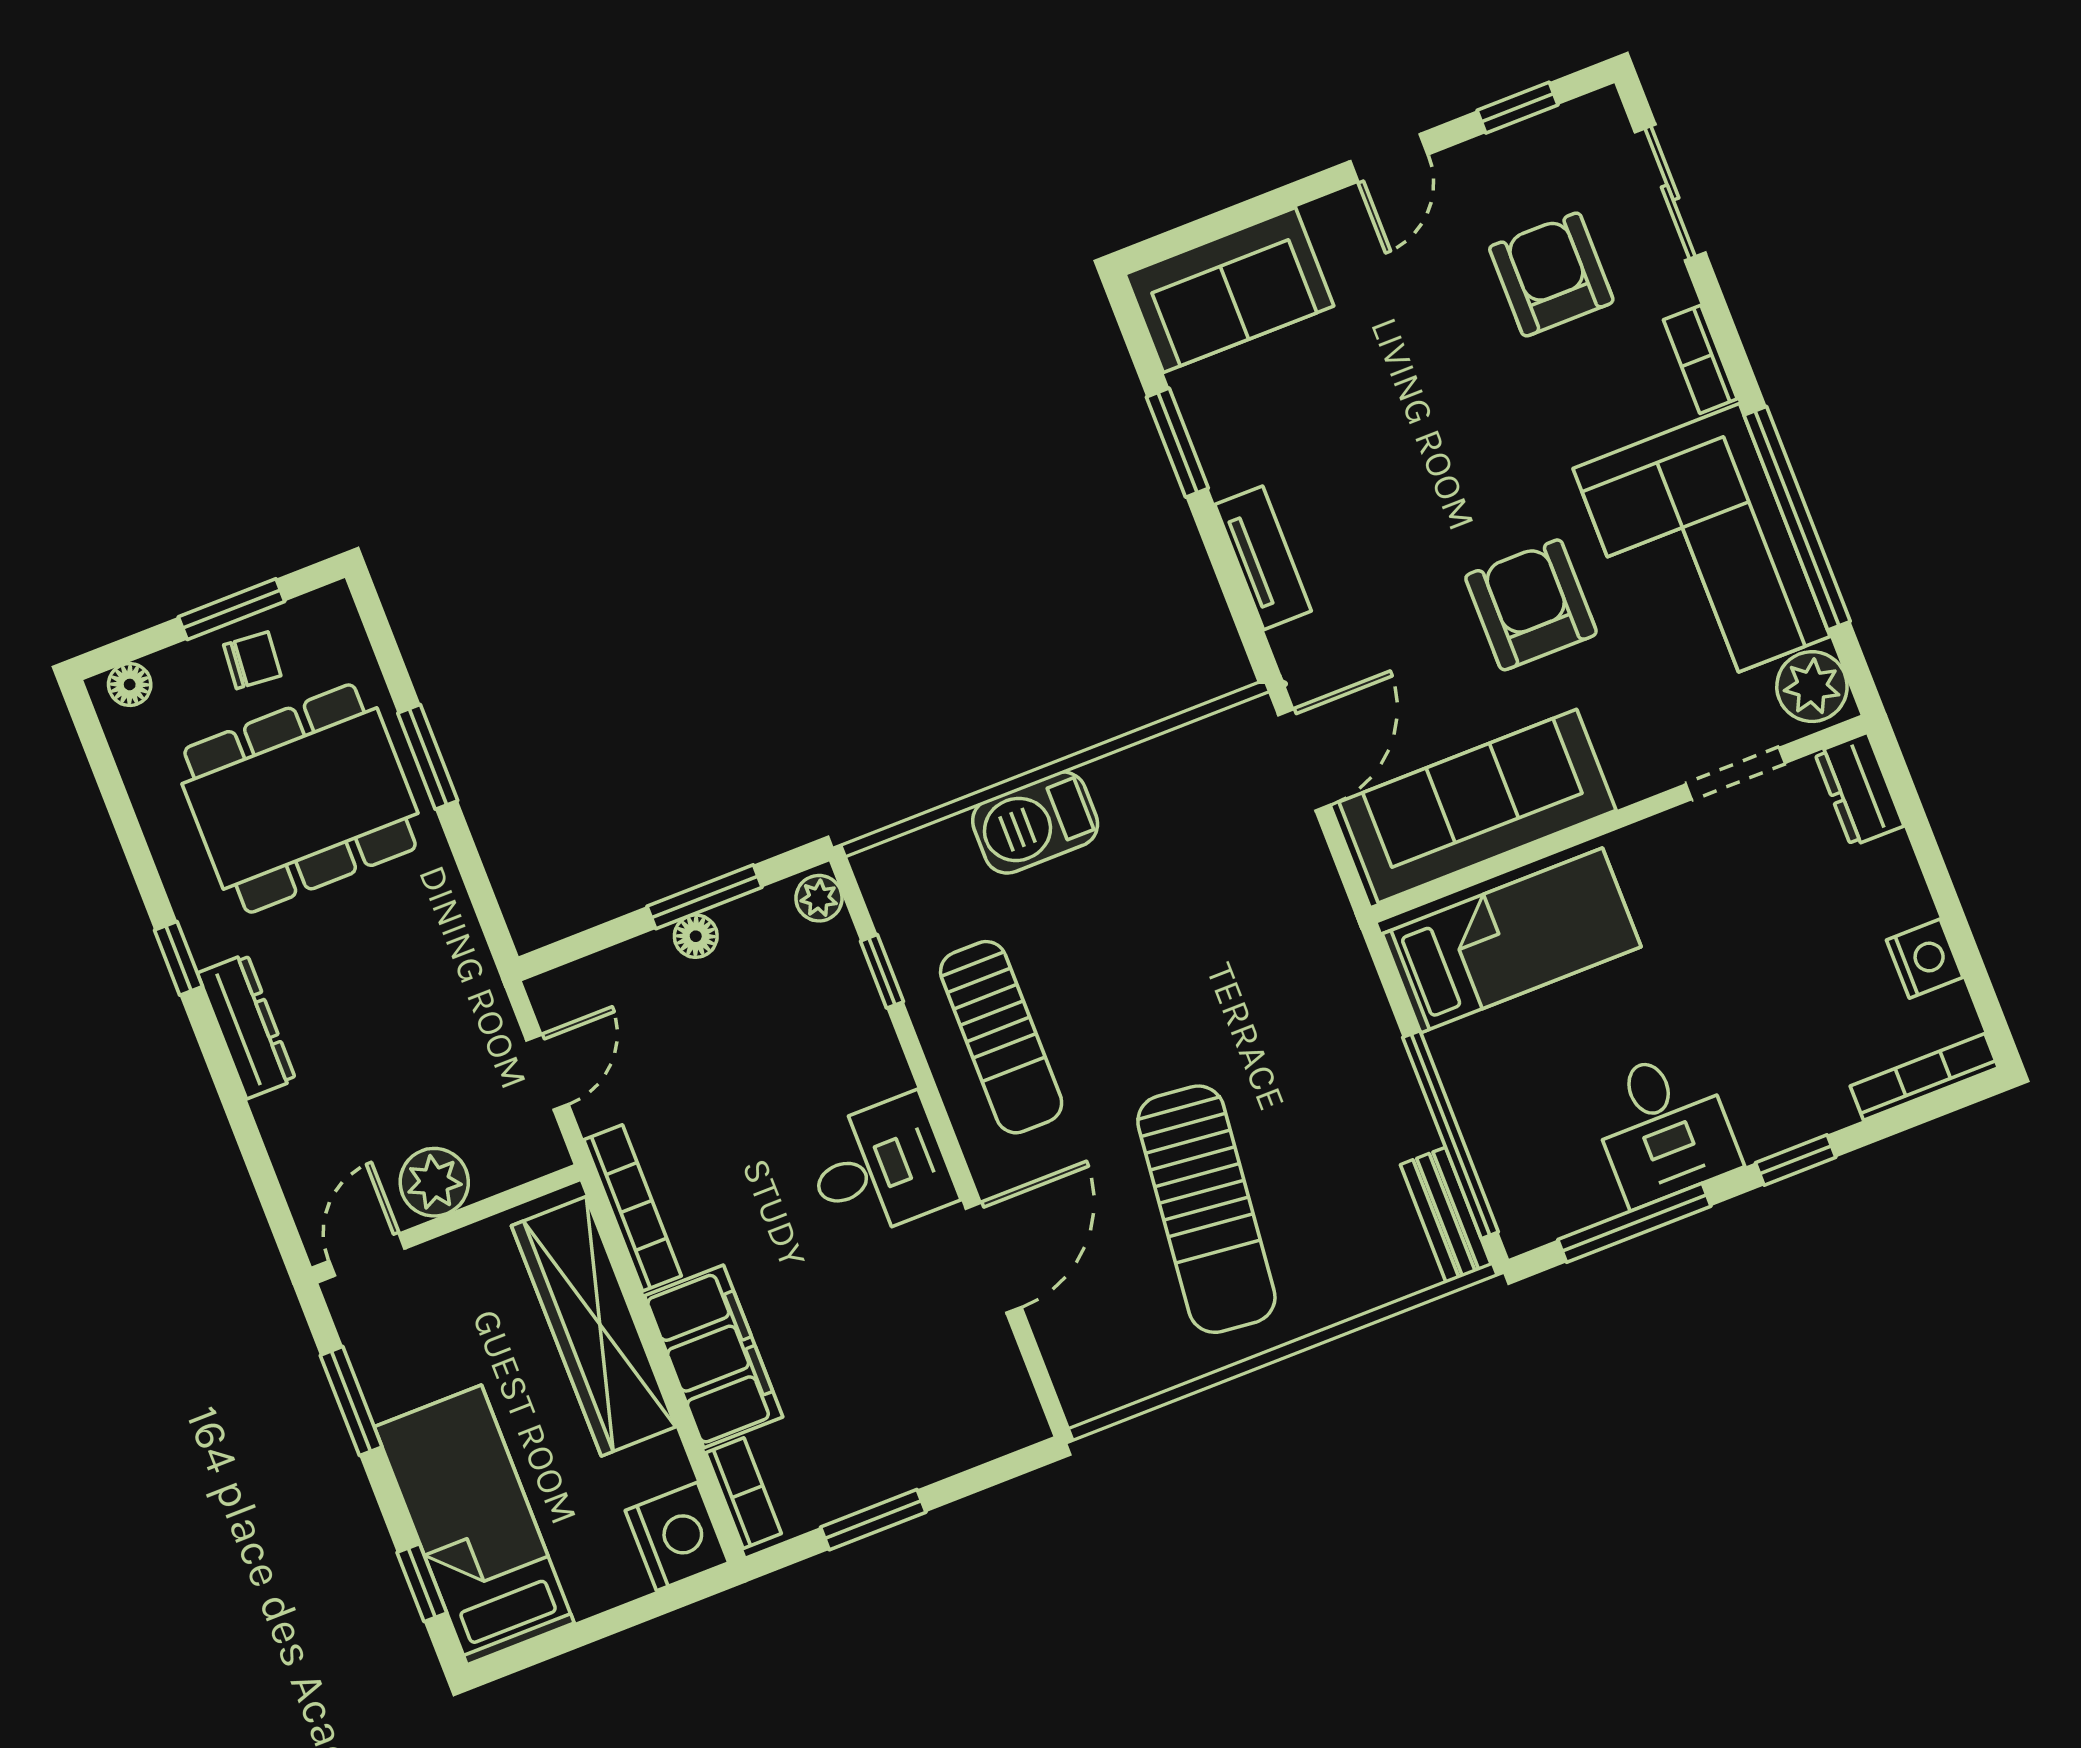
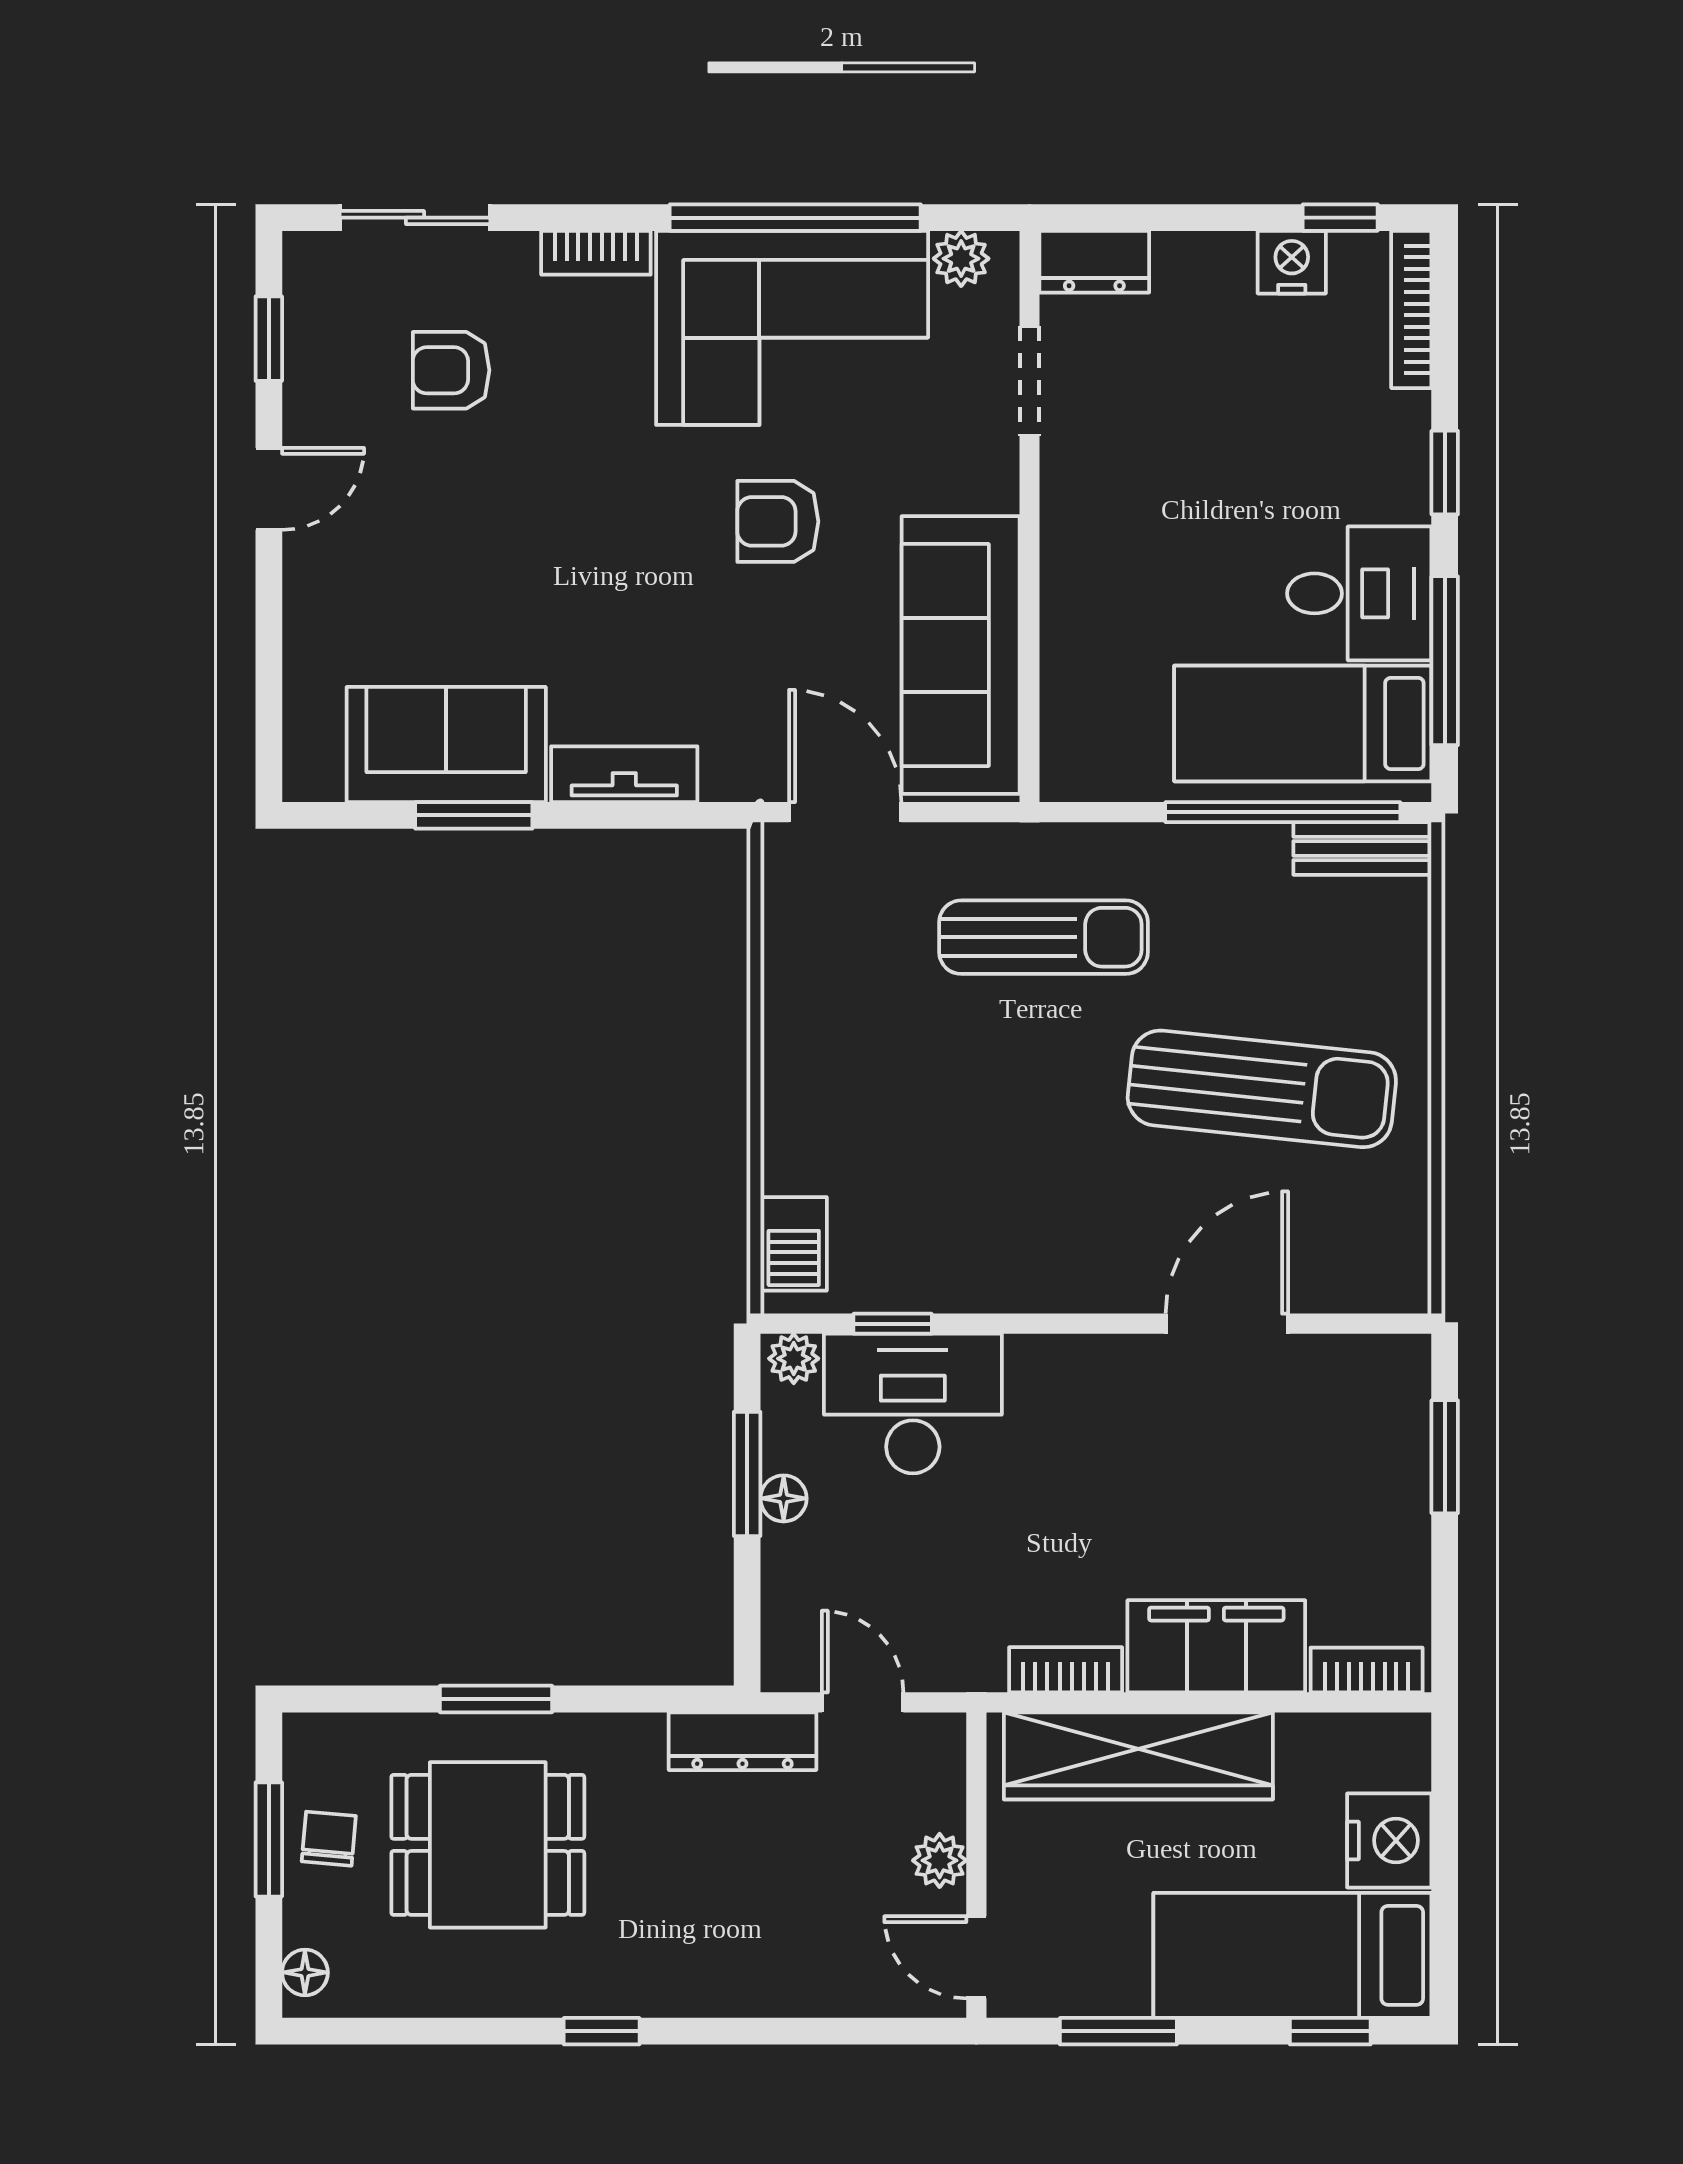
door: (1389, 158) -> (269, 489), hinge flipped
armchair: (1551, 274) -> (451, 370), width x0.72, depth x0.72
sofa: (1229, 290) -> (446, 745), moved, turned -90
armchair: (1531, 605) -> (778, 521), width x0.72, depth x0.72
plant: (1812, 687) -> (961, 259), width x0.73, depth x0.73
dining table: (300, 799) -> (488, 1845), width x0.73
barbecue: (1035, 823) -> (794, 1244), moved, width x0.73, depth x0.79
bed: (1512, 940) -> (1303, 723), moved, turned -90
window: (1979, 985) -> (1340, 218), added
dresser: (247, 1026) -> (742, 1741), moved, turned 180
sun lounger: (1001, 1037) -> (1043, 937), moved
desk: (880, 1168) -> (913, 1404), moved, width x1.37
plant: (434, 1182) -> (940, 1860), width x0.73, depth x0.73
bookcase: (633, 1208) -> (1066, 1670), width x0.64
door: (994, 1258) -> (1227, 1324), hinge flipped
window: (873, 1520) -> (1445, 1457), moved
nightstand: (677, 1537) -> (1389, 1840), moved, turned 90

